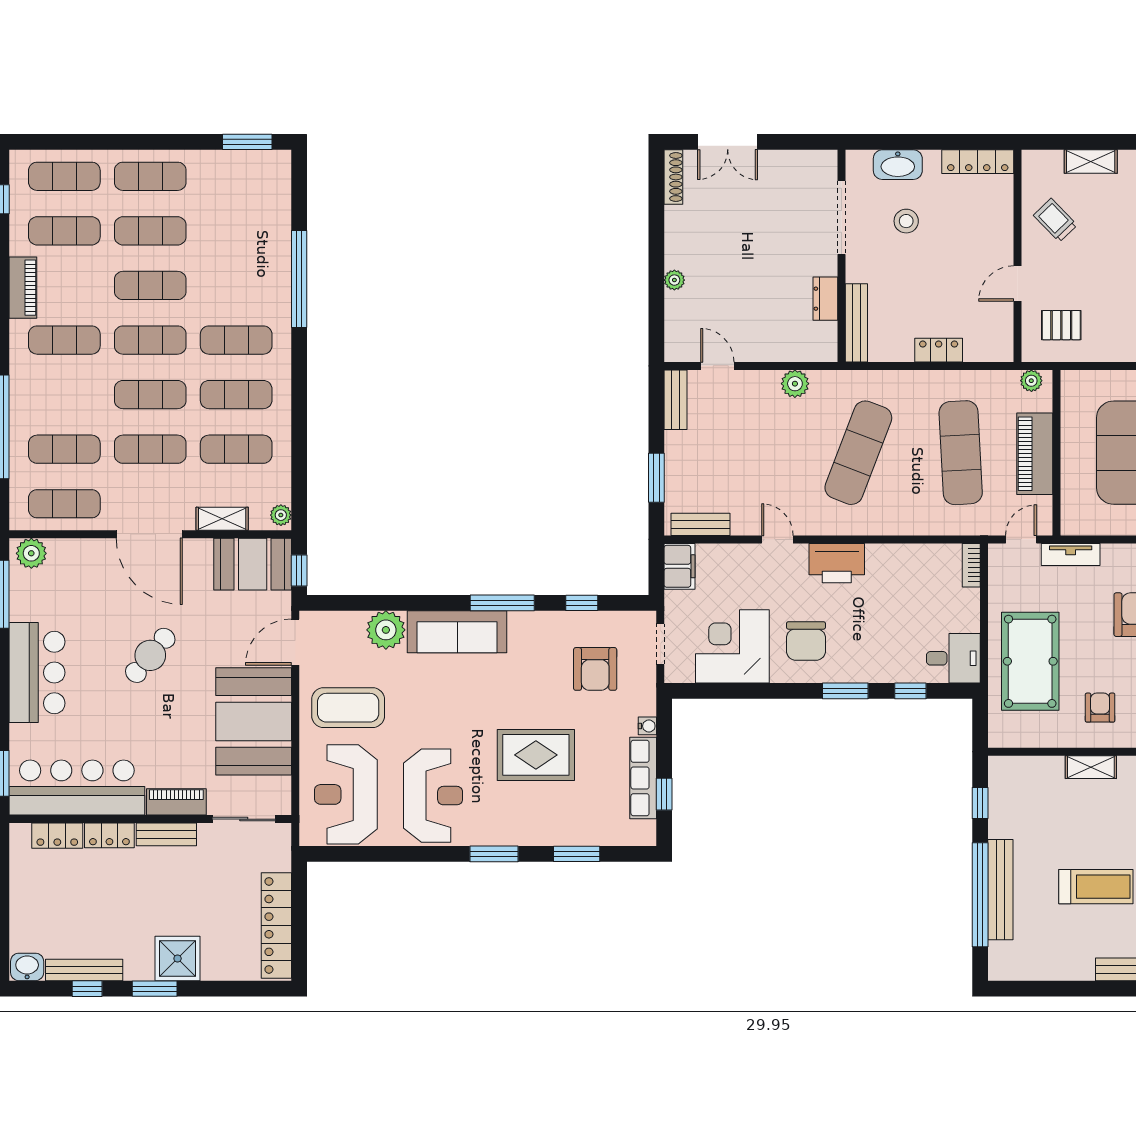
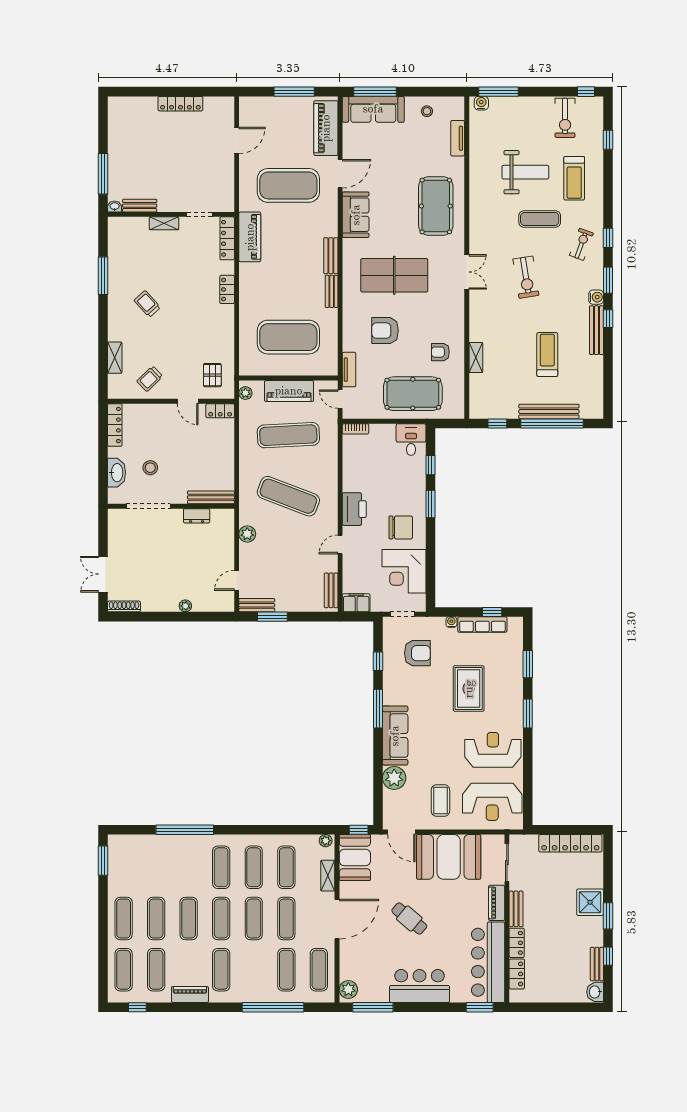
double door: (728, 142) -> (103, 574), swing flipped
locker: (939, 350) -> (220, 411), moved, turned -90
window: (656, 478) -> (272, 617), moved
coffee table: (348, 708) -> (440, 800), width x0.73, depth x0.76
bench: (84, 970) -> (597, 964), width x0.73

